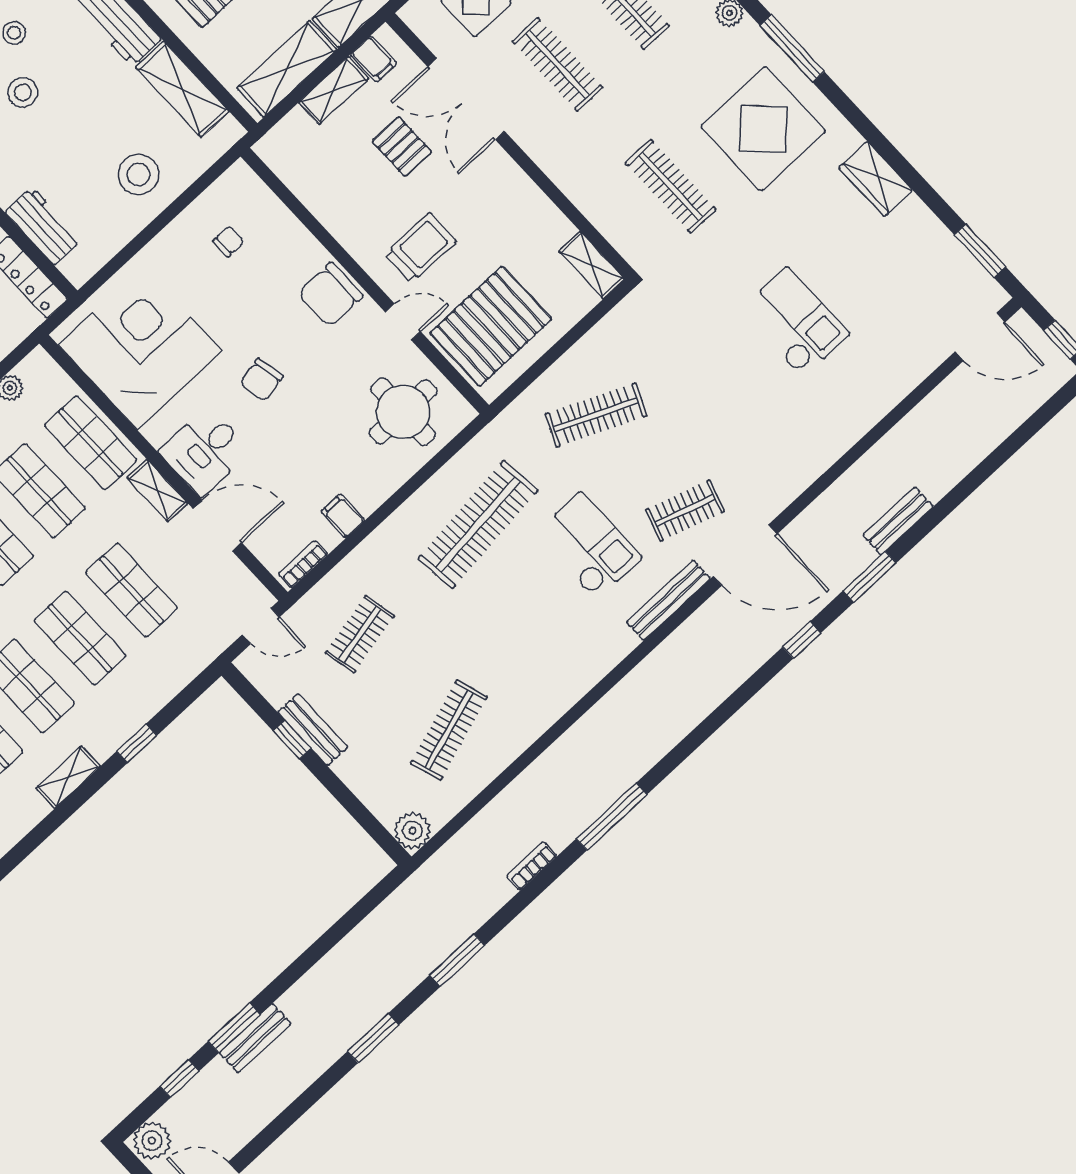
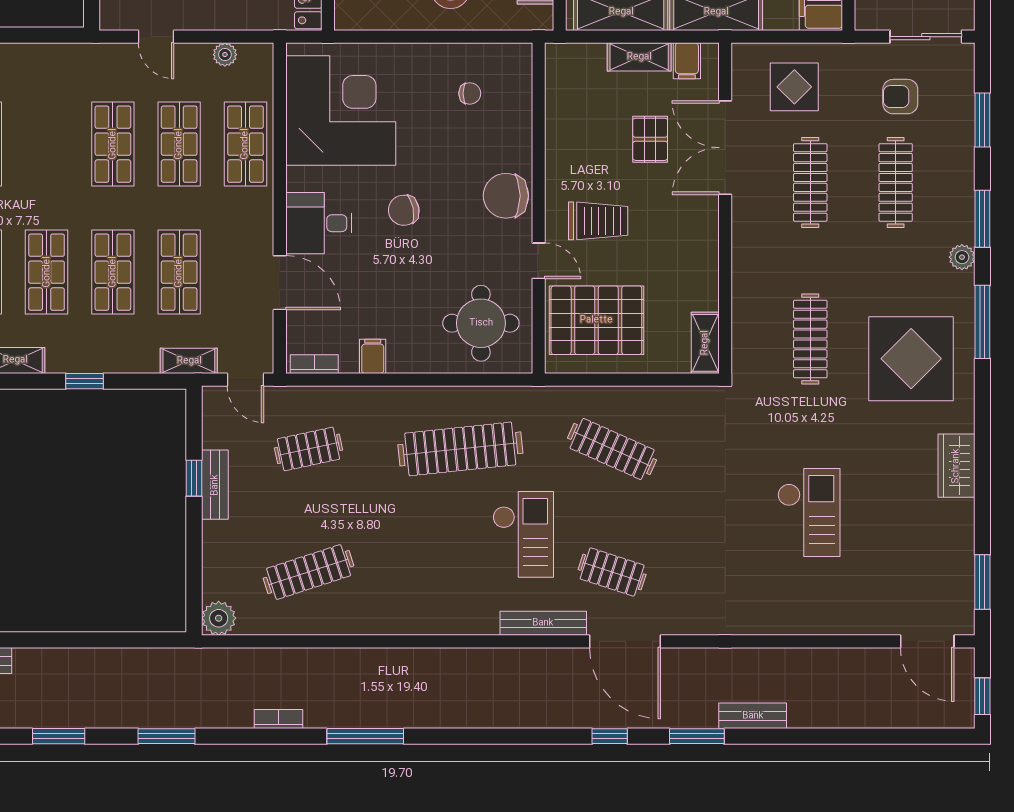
shelving: (157, 490) -> (189, 361), moved, turned 90

